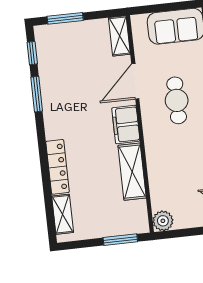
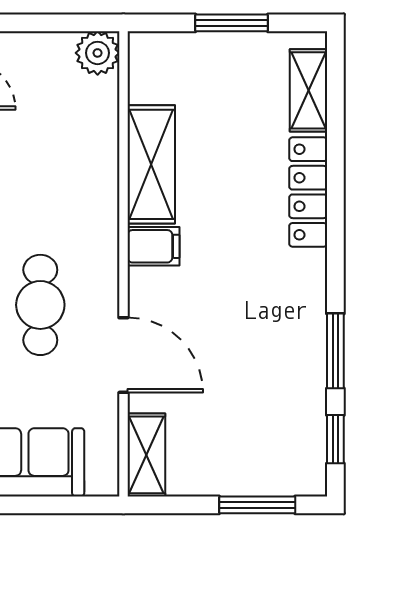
door: (135, 81) -> (123, 355), hinge flipped
filing cabinet: (126, 125) -> (154, 246), width x0.50
window: (120, 240) -> (232, 23), moved

